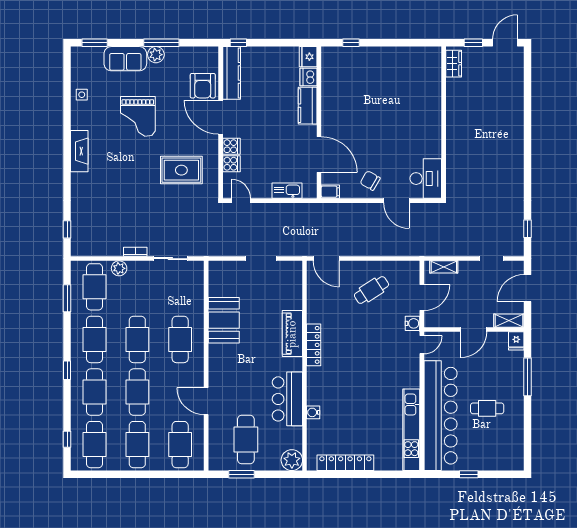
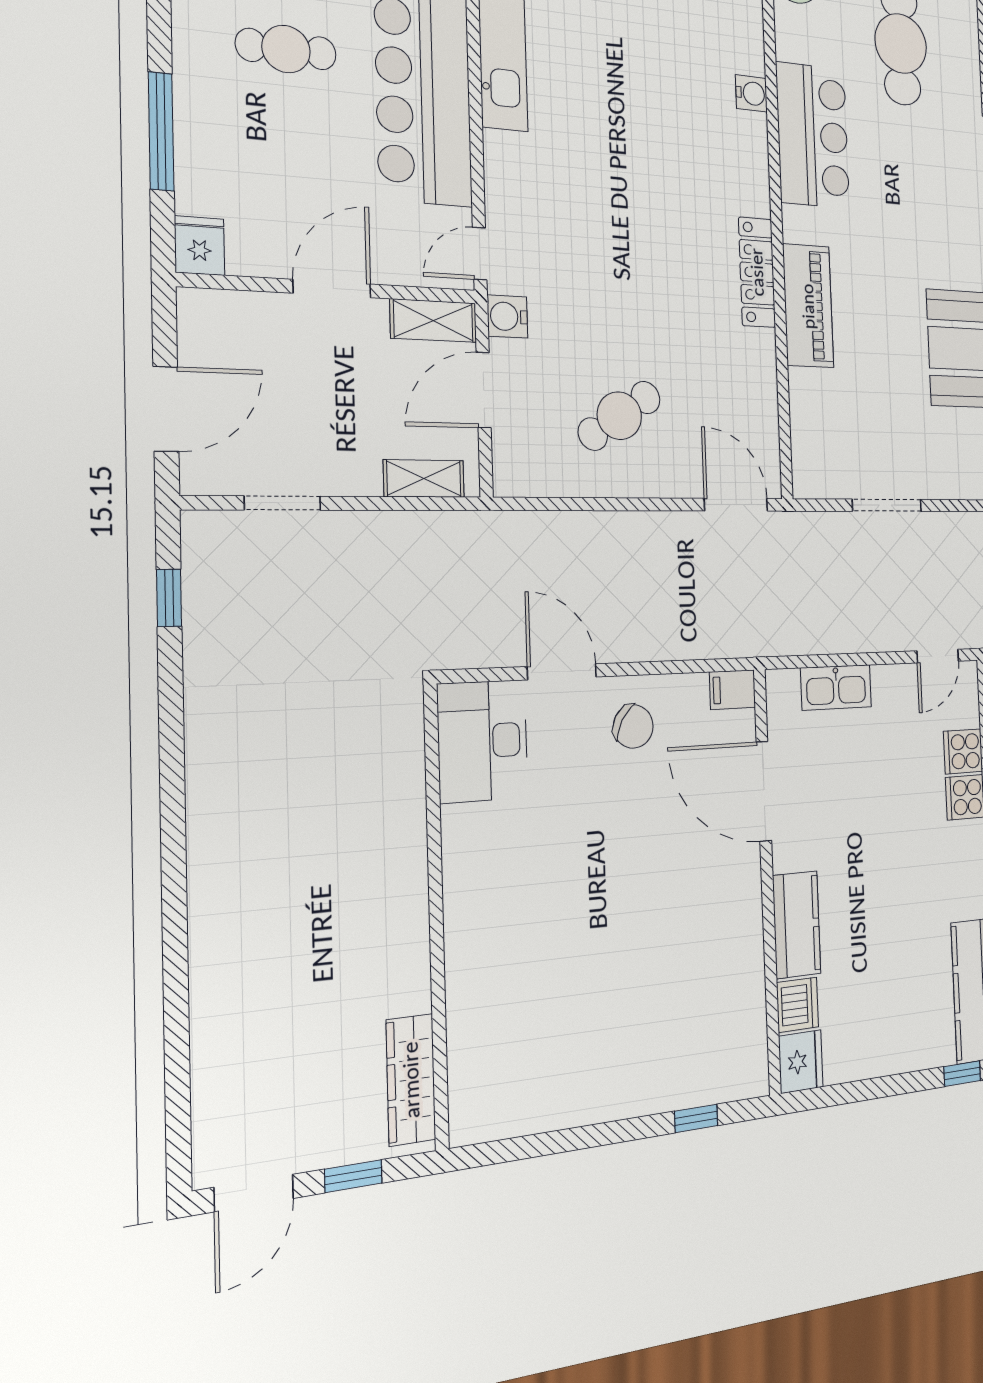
wardrobe: (454, 64) -> (411, 1080), width x1.50
door: (241, 201) -> (938, 656), hinge flipped
shelving: (509, 321) -> (433, 321), moved

